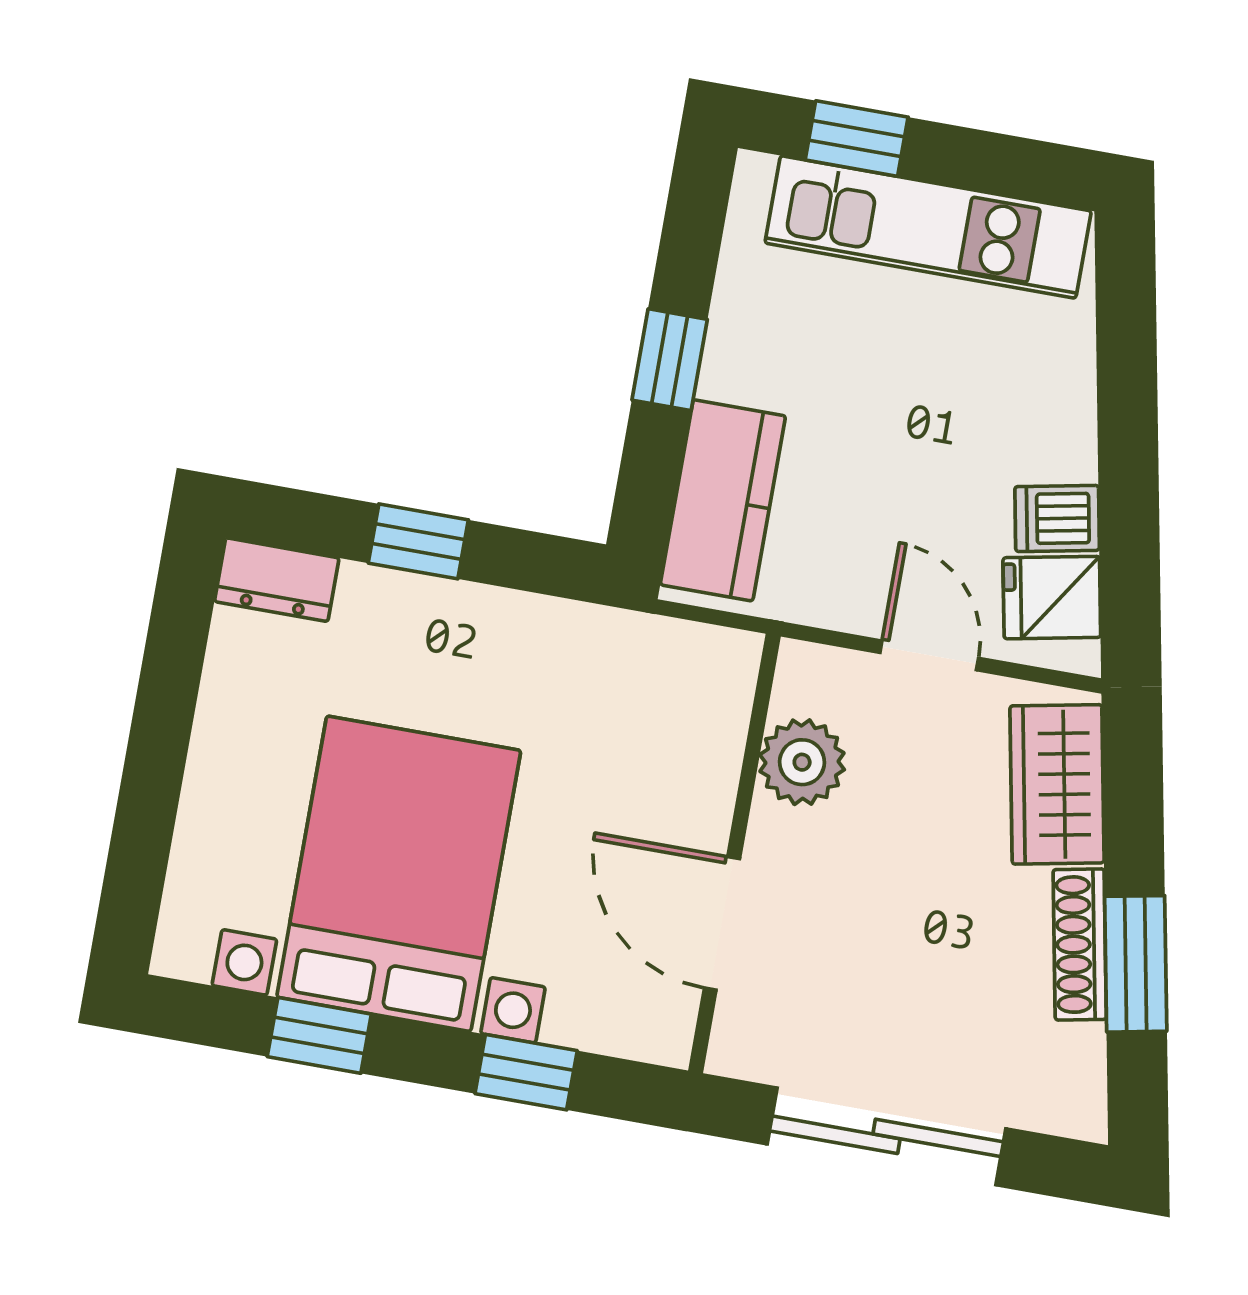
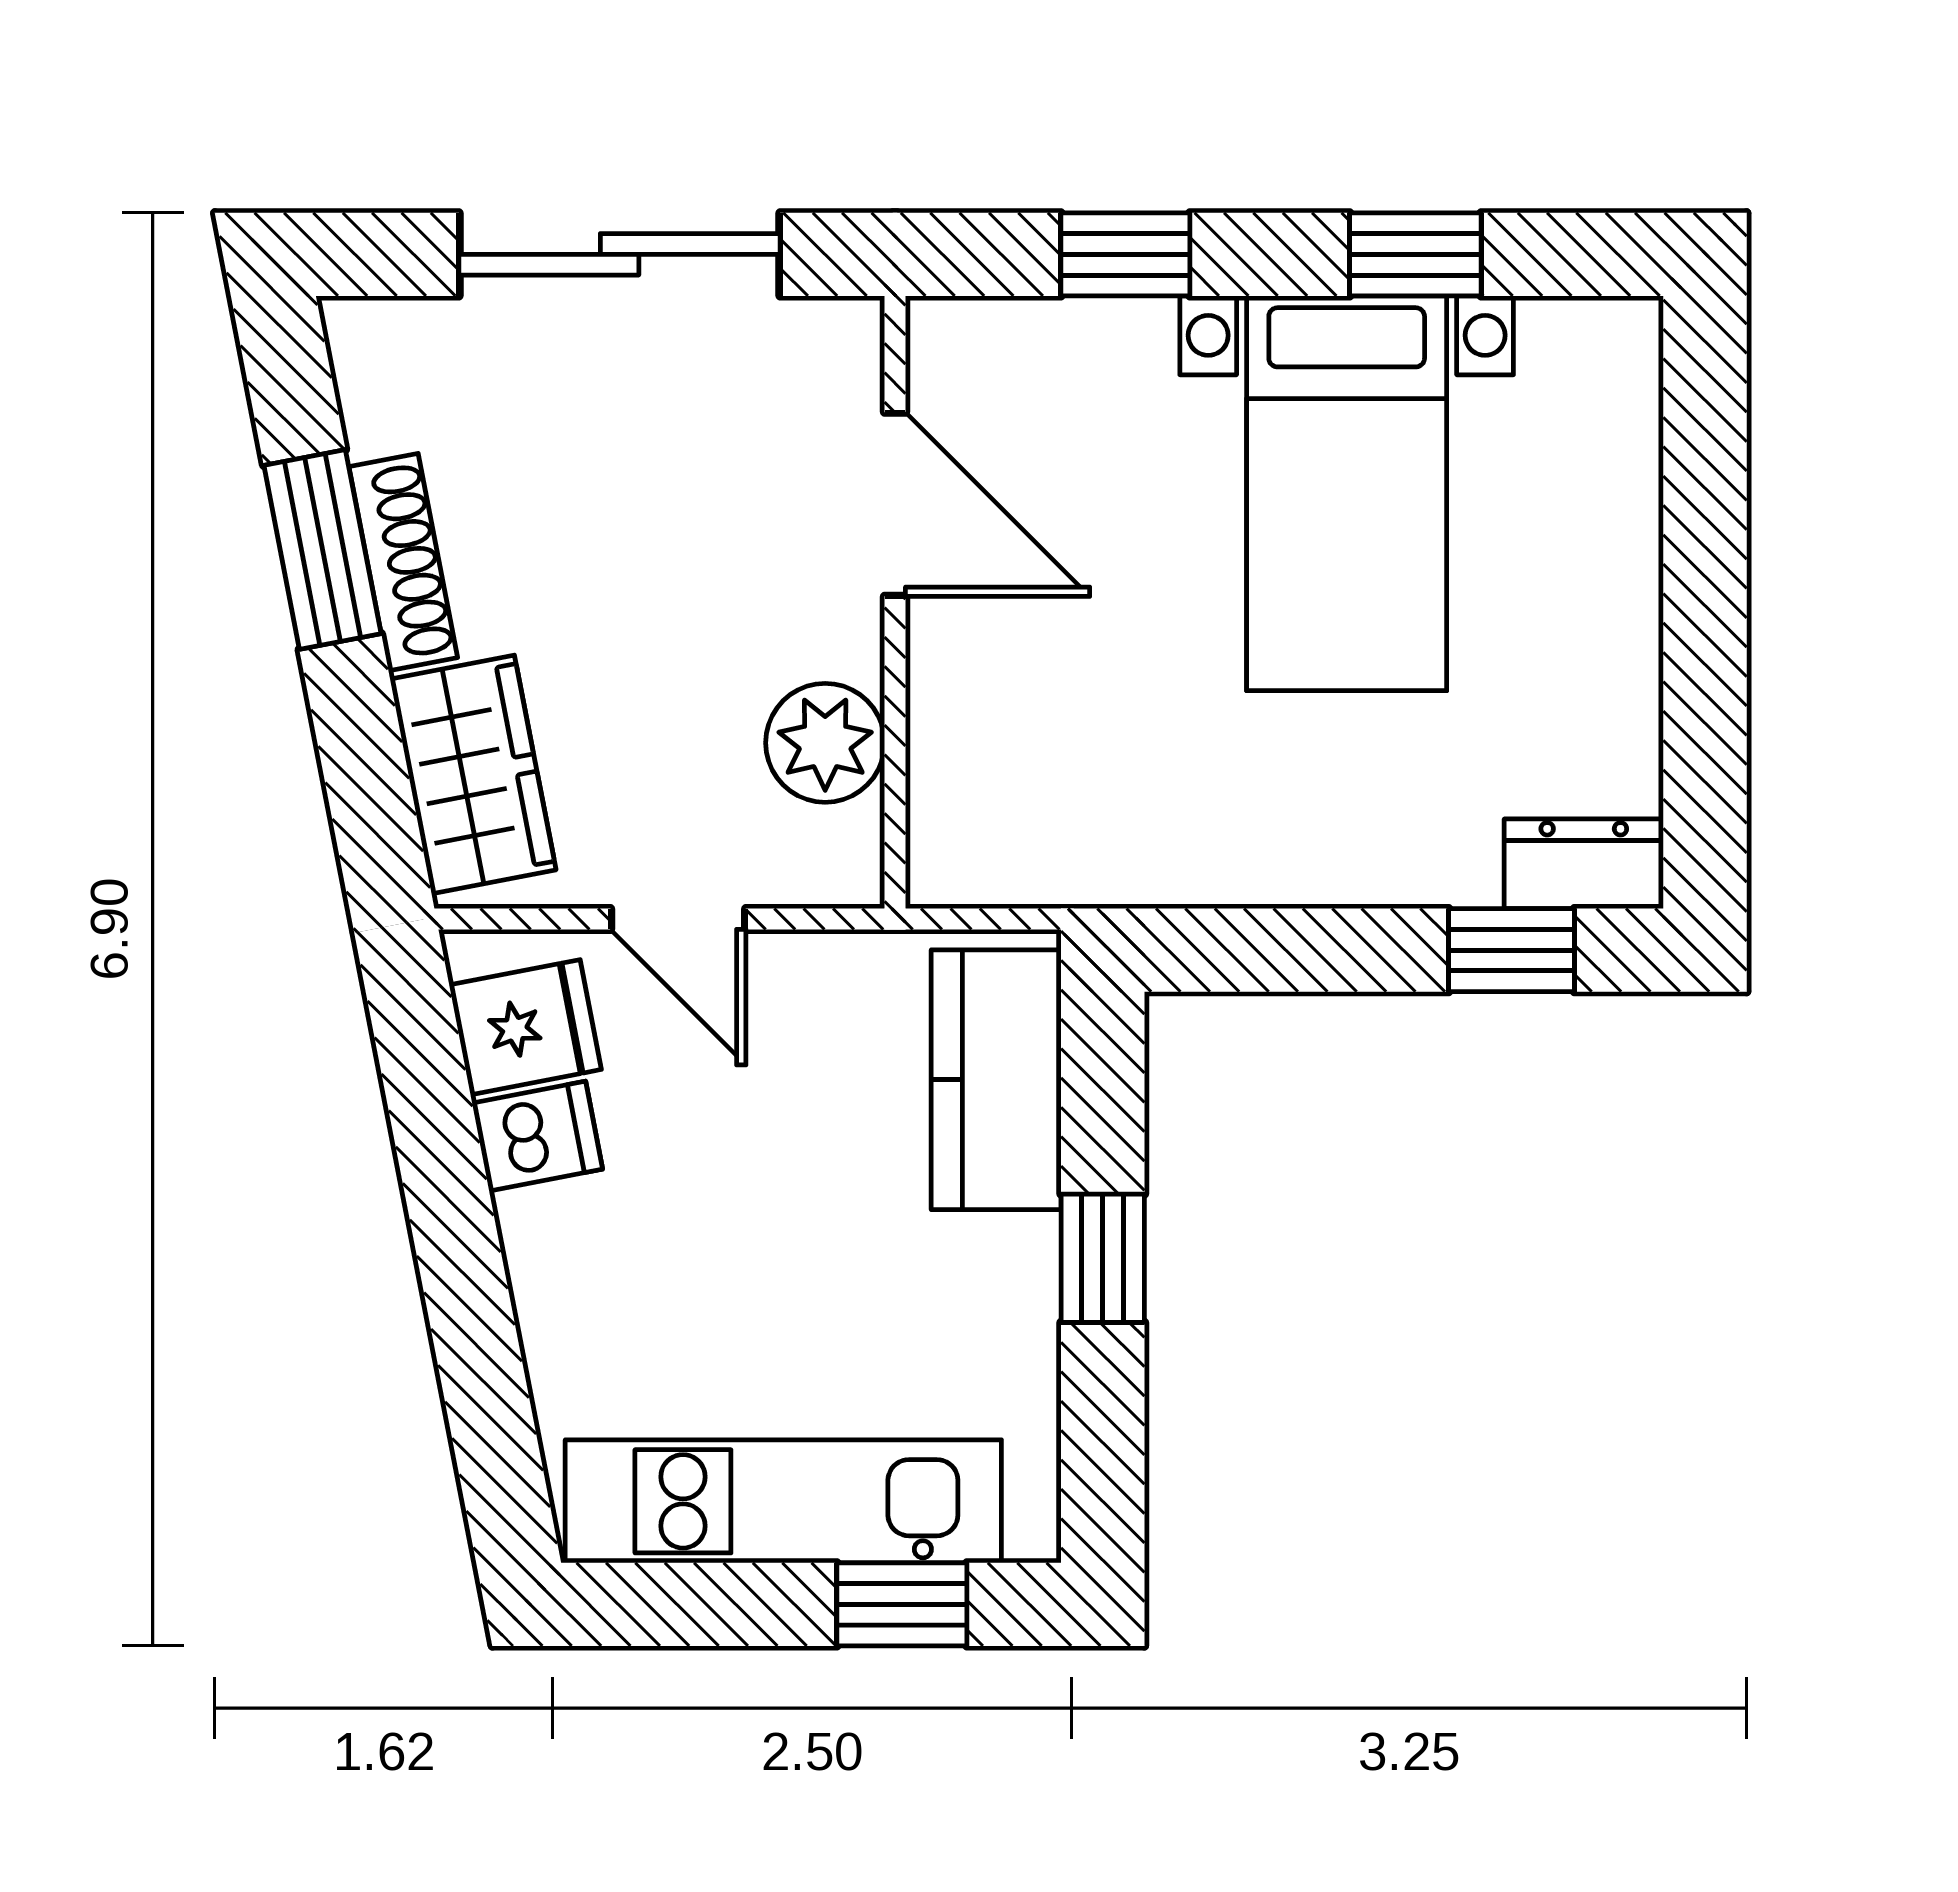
window: (418, 541) -> (1512, 950), moved
bed with nightstands: (399, 874) -> (1347, 493), width x0.73

